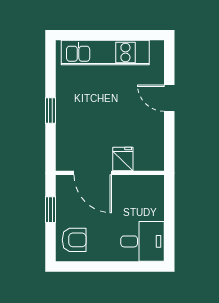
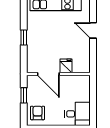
armchair: (74, 240) -> (38, 113), turned -90

